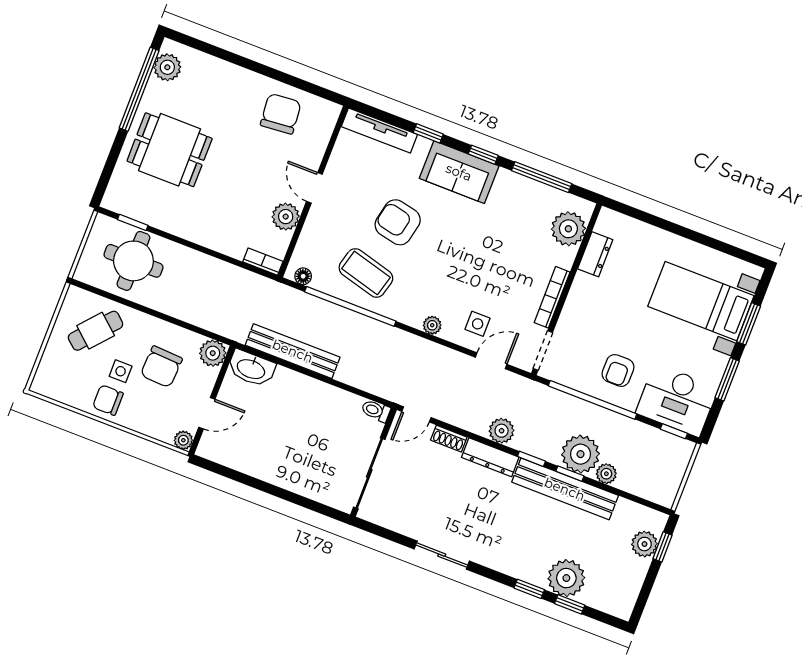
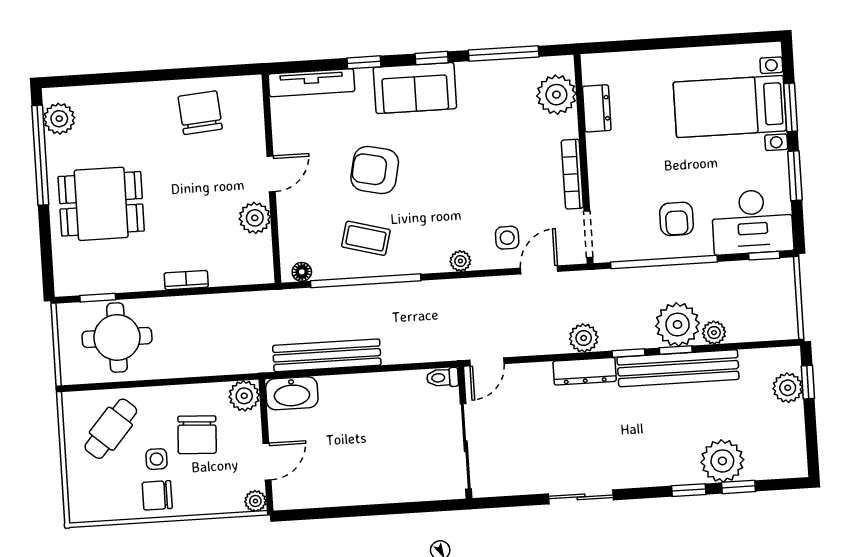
door: (314, 188) -> (271, 174), swing flipped
bookcase: (263, 262) -> (186, 280), moved
coffee table: (366, 273) -> (366, 238), width x0.73, depth x0.77
shoe rack: (449, 439) -> (532, 372), removed

